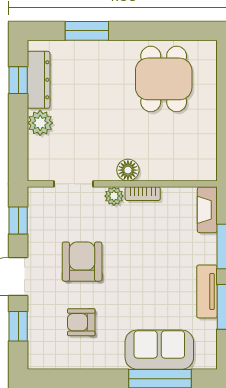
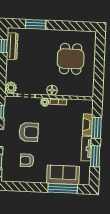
dining table: (164, 79) -> (71, 59), moved
plant: (40, 123) -> (11, 88), moved
fireplace: (207, 210) -> (88, 125), moved
armchair: (82, 262) -> (29, 132), turned 90

